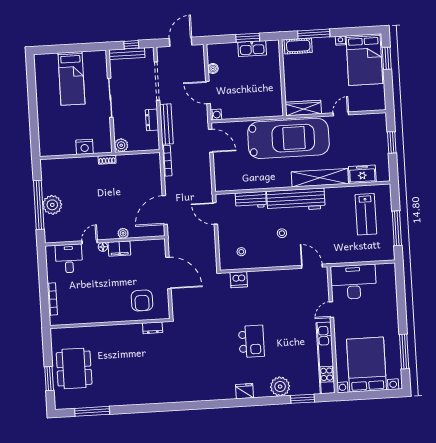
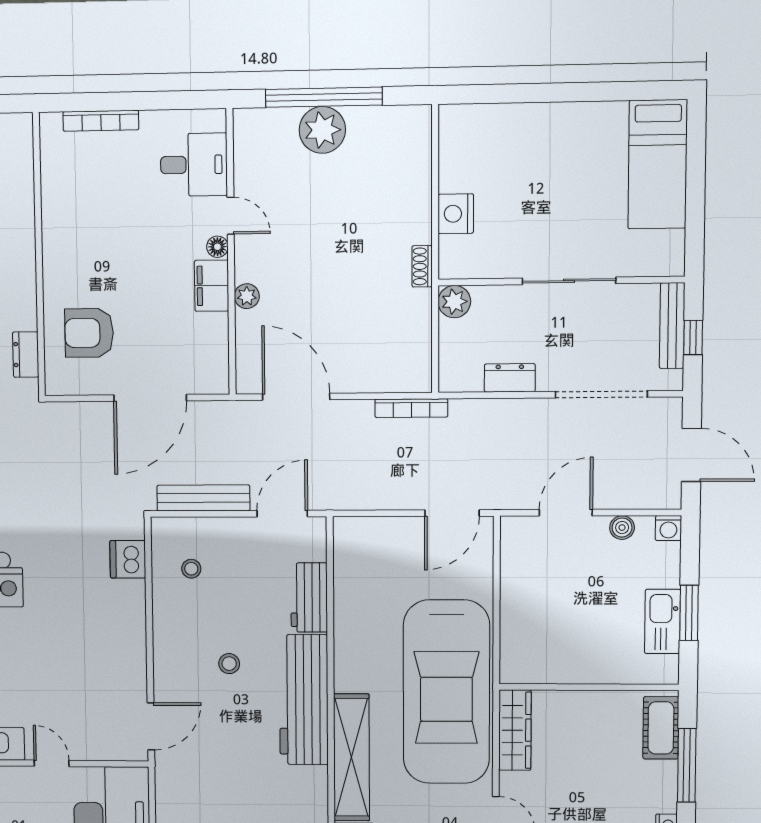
bed: (71, 78) -> (658, 164), moved, turned -90
washing machine: (216, 115) -> (668, 528), moved
bench: (166, 124) -> (203, 498), moved

